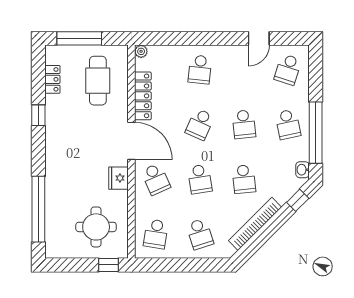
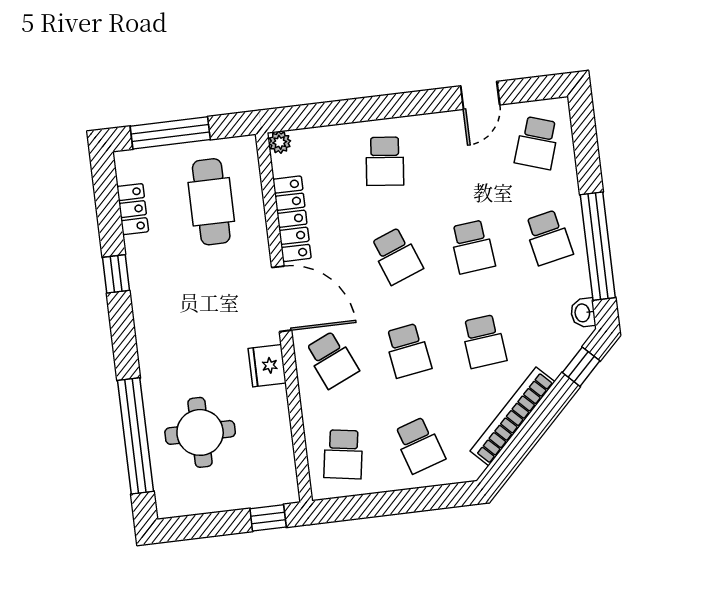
school desk: (200, 124) -> (396, 256), turned -45
round table: (96, 227) -> (200, 432), moved

